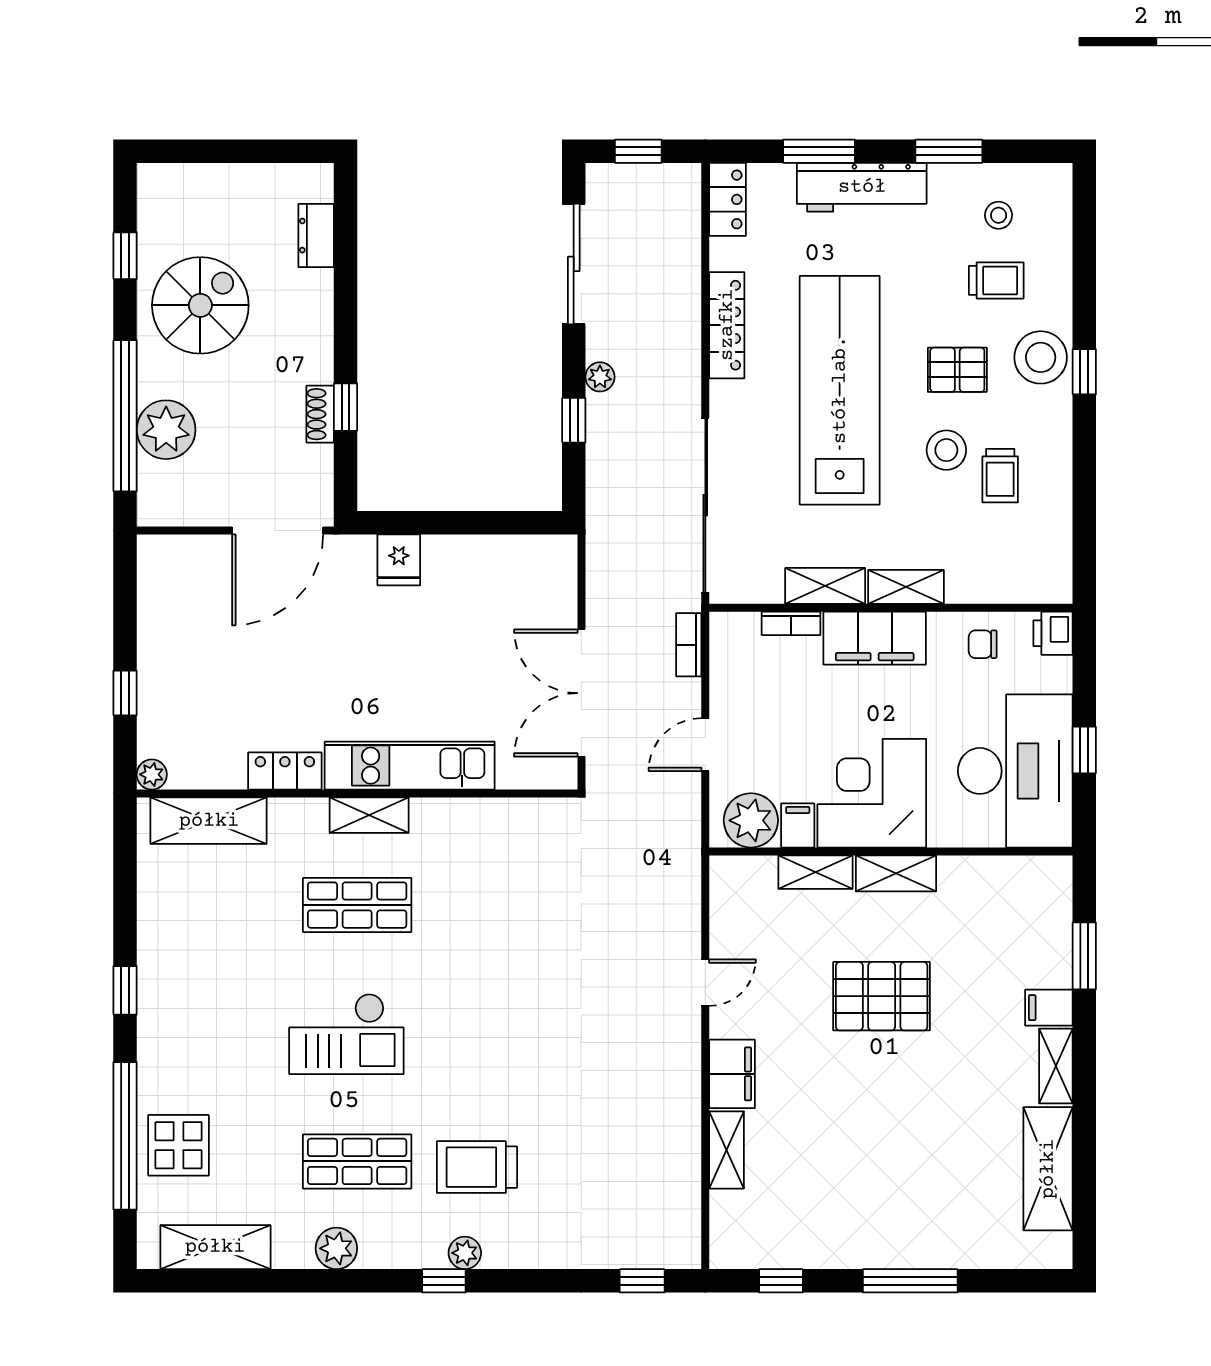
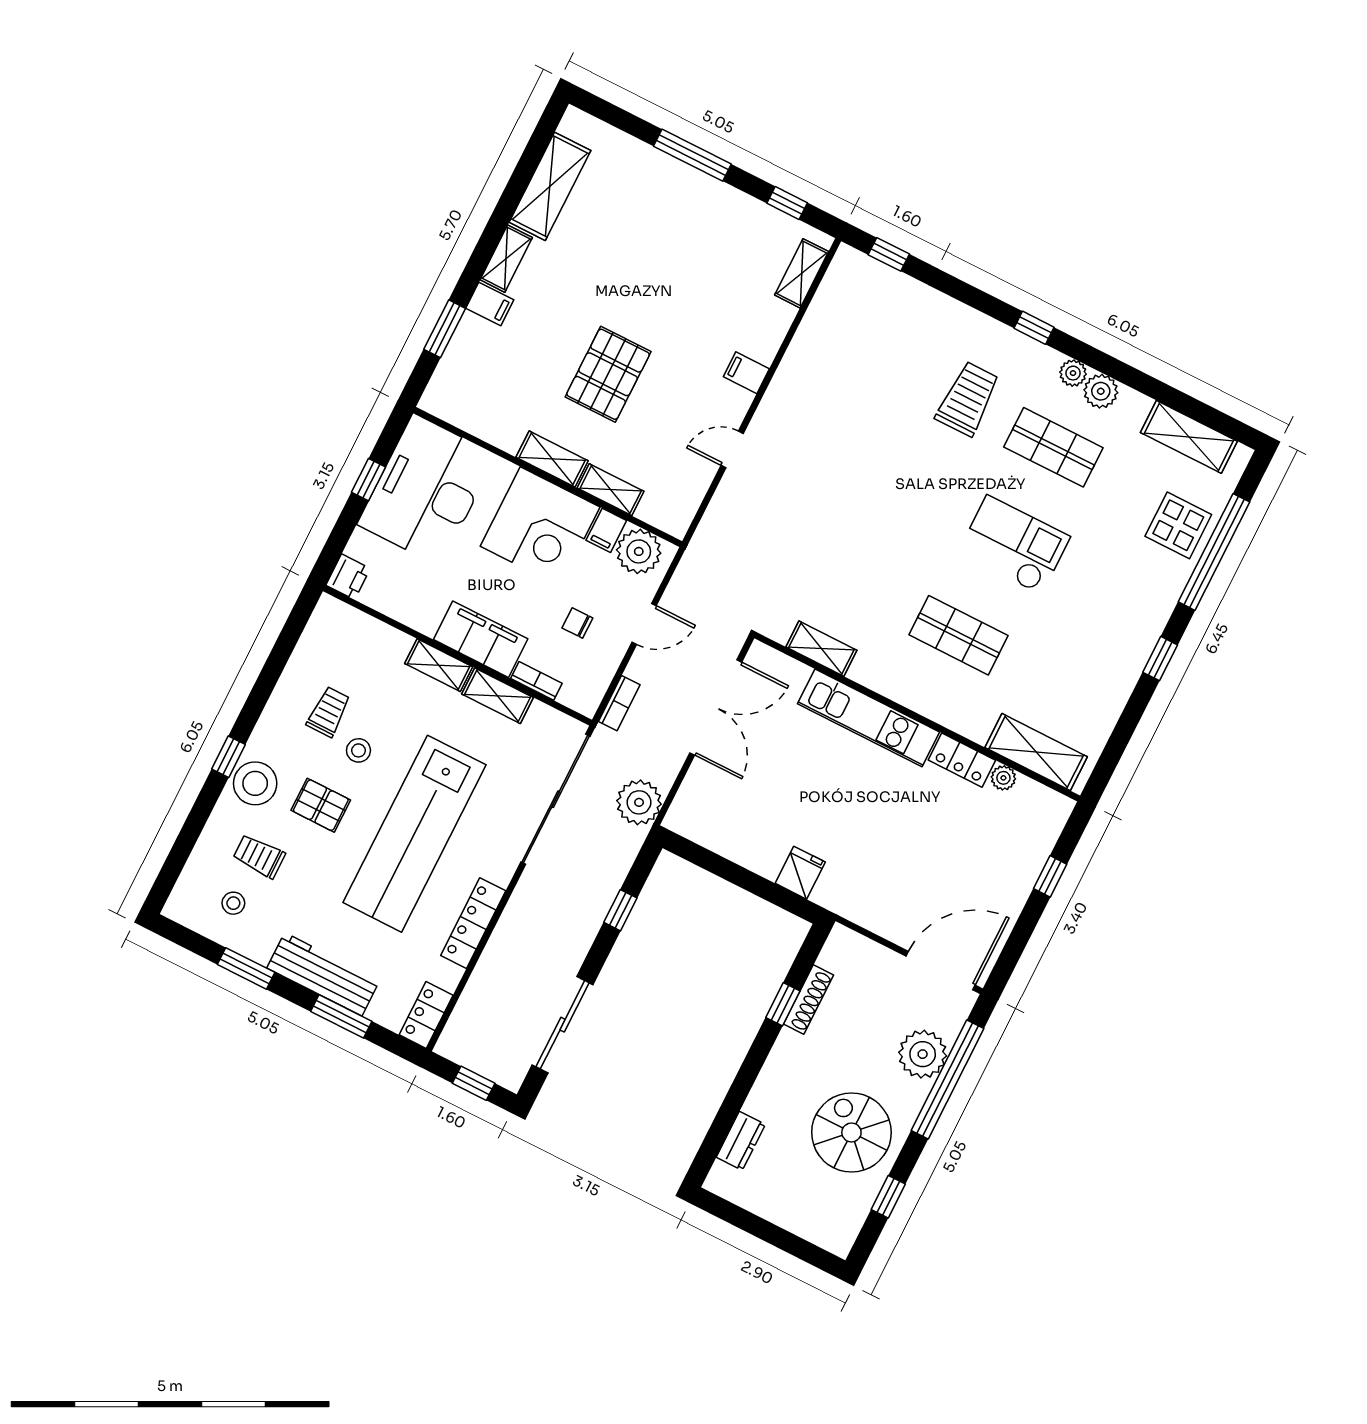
spiral stairs: (200, 305) -> (851, 1132), turned 90
plant: (600, 377) -> (639, 802), moved, width x1.88, depth x1.88
shoe rack: (320, 414) -> (808, 1000), width x1.43
stool: (946, 450) -> (358, 750), width x0.73, depth x0.73
door: (278, 530) -> (941, 971), moved
chair: (983, 644) -> (577, 623), moved, turned 180
plant: (152, 774) -> (1003, 778), moved
shelving: (369, 815) -> (821, 649), moved
pallet: (882, 996) -> (608, 374), turned 90
filing cabinet: (732, 1074) -> (746, 373), width x0.50
shelving: (727, 1150) -> (802, 273), moved
trolley: (477, 1167) -> (968, 399), turned -90
plant: (465, 1253) -> (1073, 373), moved

